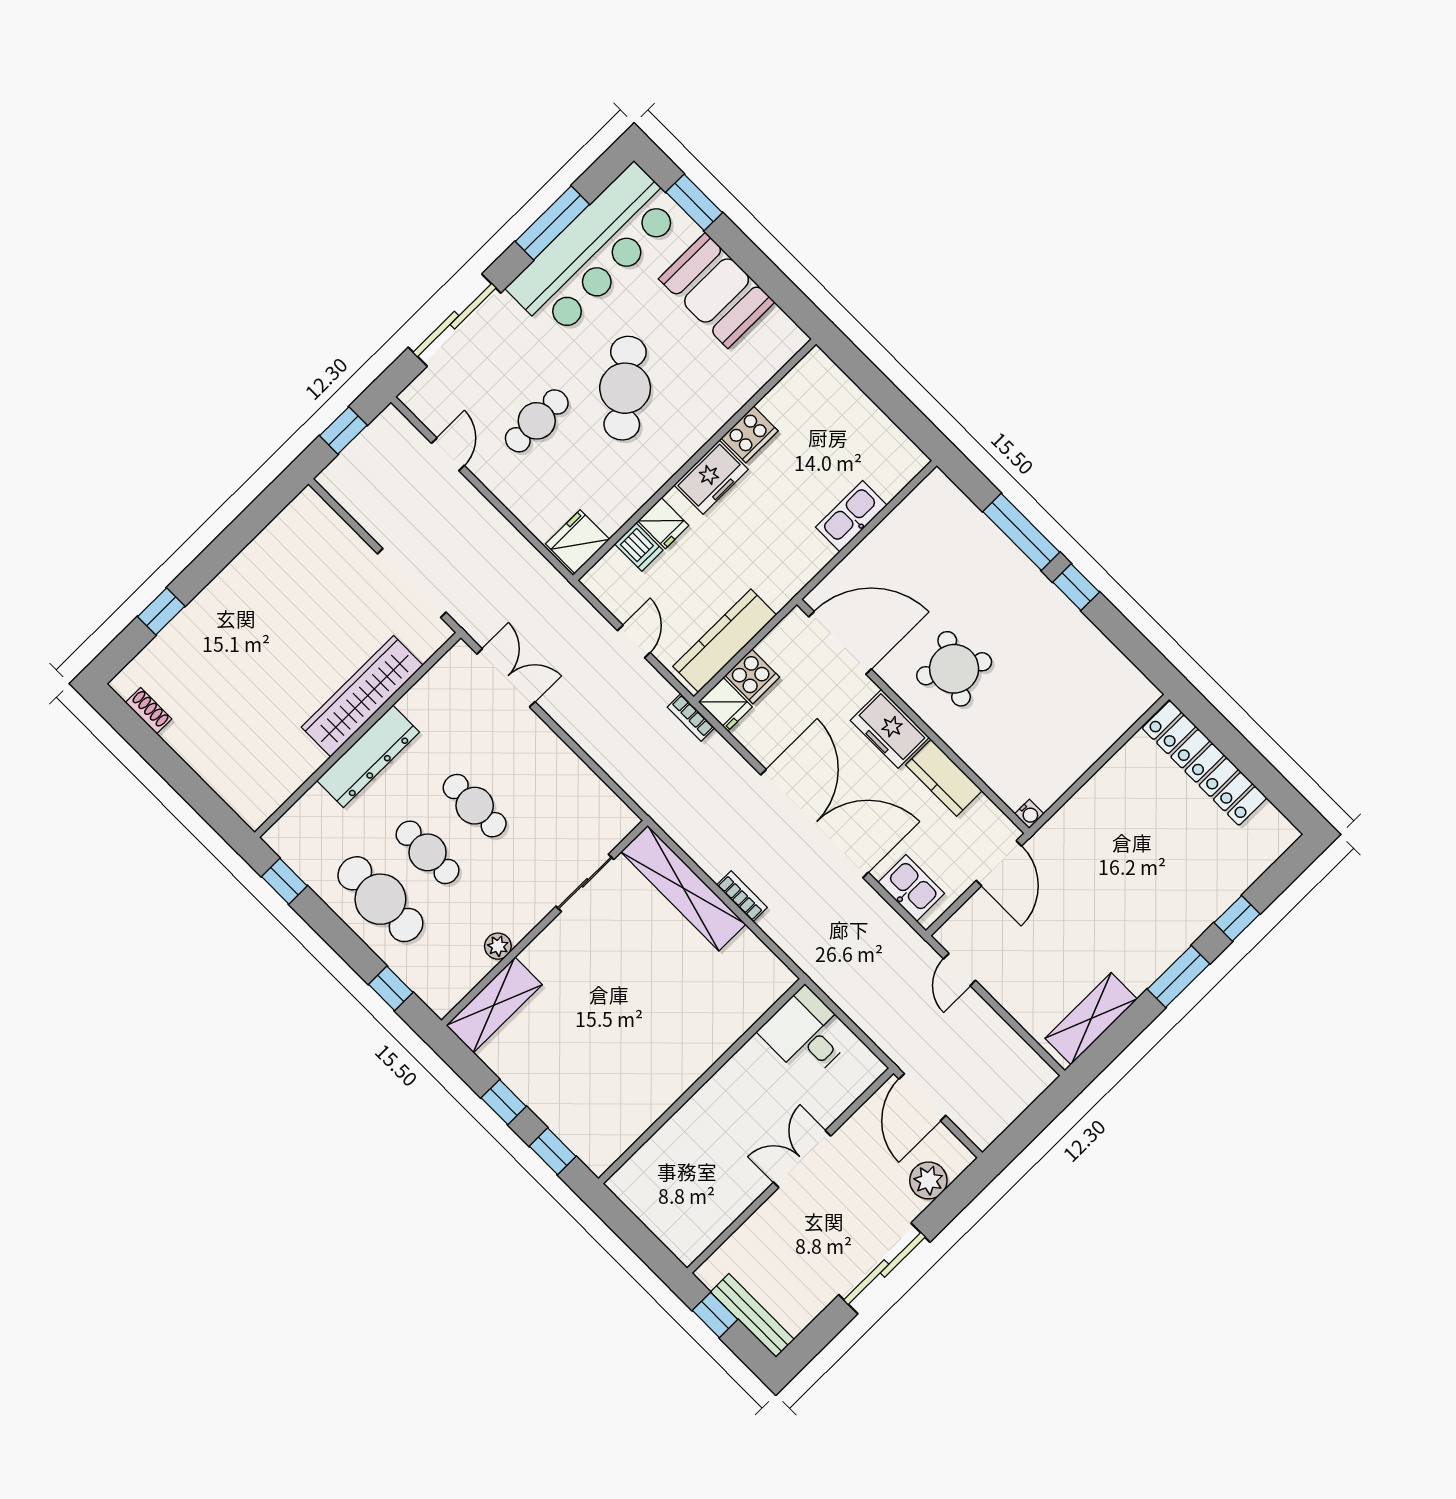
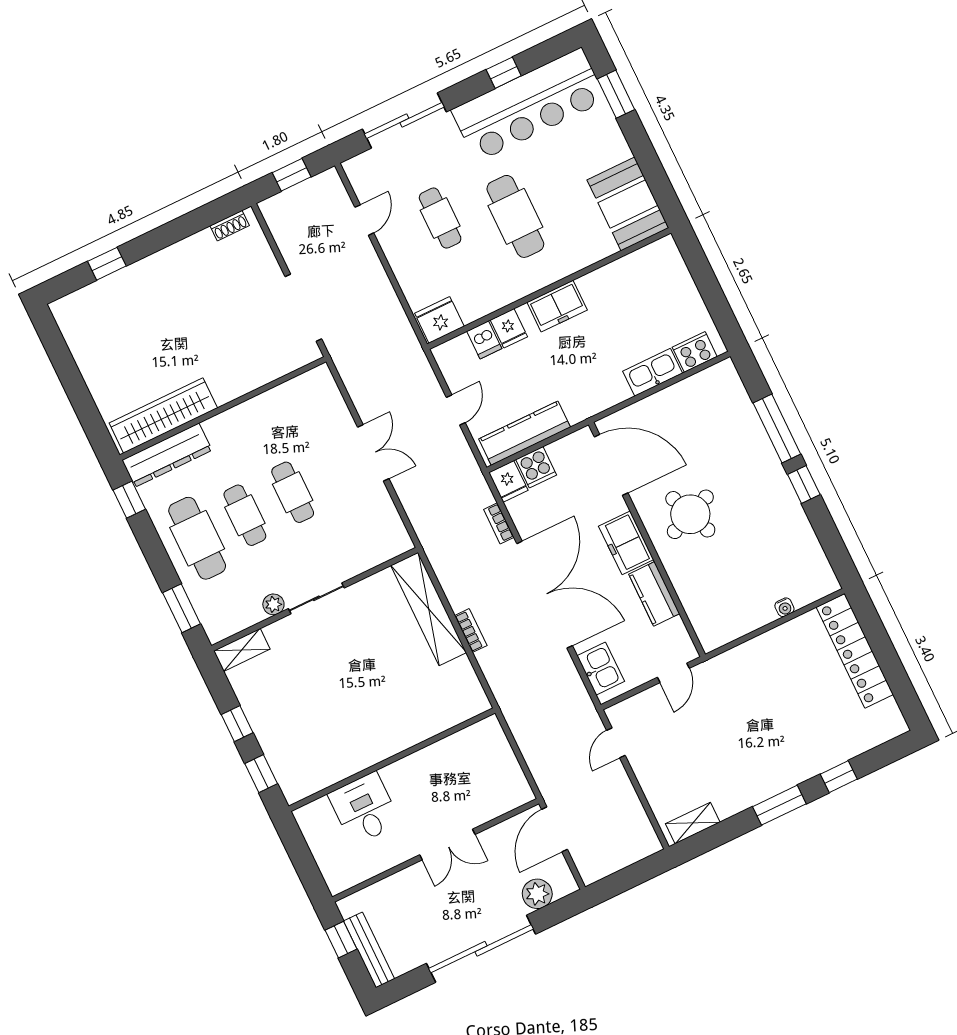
window: (552, 223) -> (504, 73), width x0.46
booth: (717, 290) -> (628, 204), moved
cafe table: (625, 388) -> (515, 216), turned -50
cafe table: (537, 421) -> (440, 218), turned 90
cooker: (750, 434) -> (695, 352), moved, turned 180
round table: (954, 669) -> (690, 514), turned 37
double door: (506, 678) -> (373, 453), moved
wardrobe: (362, 696) -> (163, 415), moved
shoe rack: (148, 711) -> (230, 226), moved, turned 90
bookcase: (691, 717) -> (499, 523), moved
dresser: (368, 756) -> (167, 455), moved
water cooler: (1029, 814) -> (784, 607), moved
door: (999, 863) -> (673, 673), width x0.73
sliding door: (585, 883) -> (316, 598), moved
window: (391, 988) -> (182, 608), width x1.50
shelving: (494, 1005) -> (242, 650), width x0.67, depth x0.75
shelving: (1091, 1019) -> (693, 823), width x0.67, depth x0.75
desk: (806, 1034) -> (364, 809), moved
double door: (802, 1159) -> (447, 845), swing flipped
sliding door: (884, 1268) -> (481, 949), width x1.36

